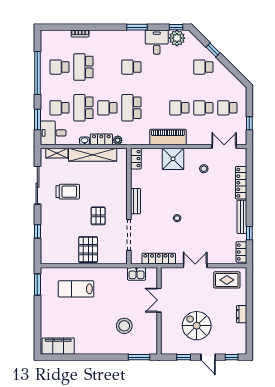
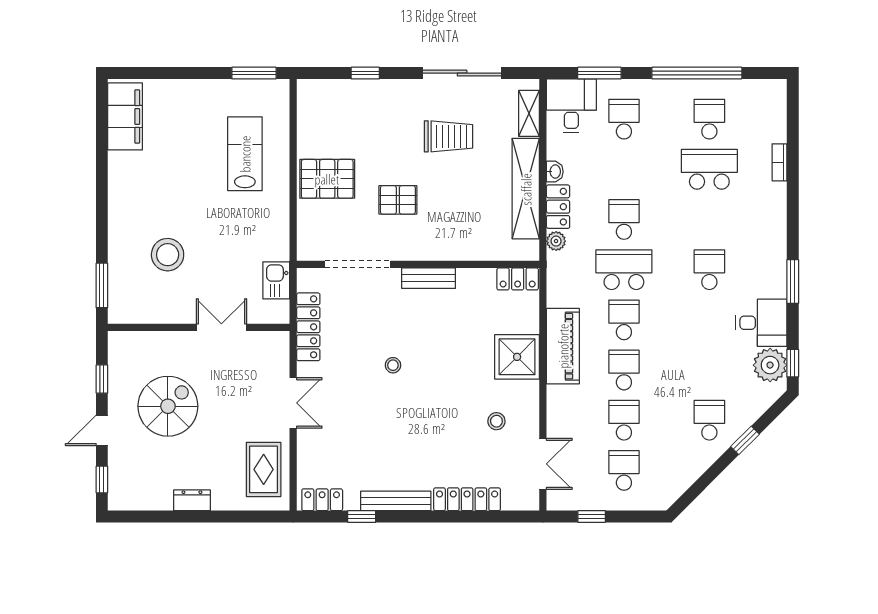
school desk: (83, 108) -> (624, 320), moved, width x0.54
trolley: (68, 192) -> (448, 136), turned -90

